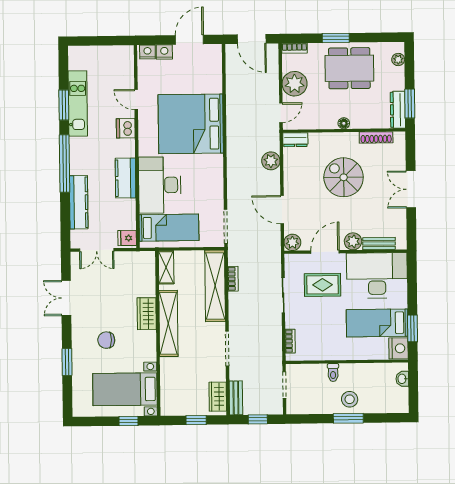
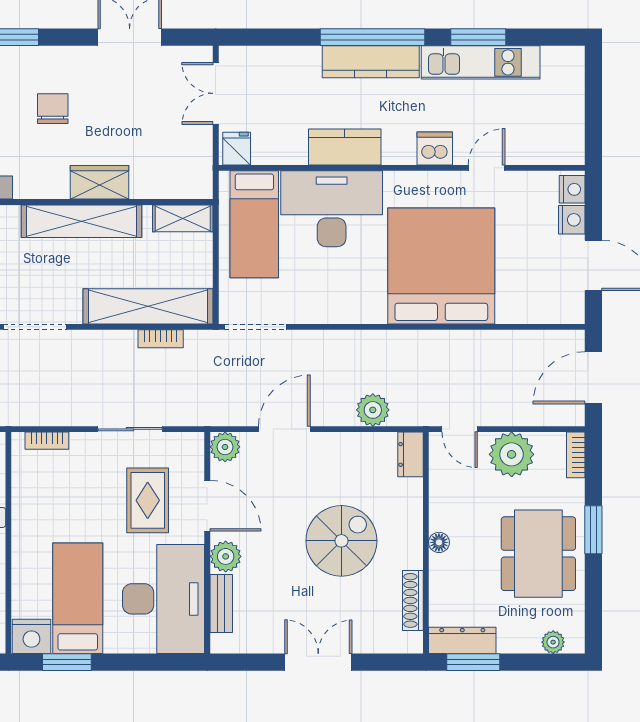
kitchen counter: (79, 202) -> (371, 62), moved

